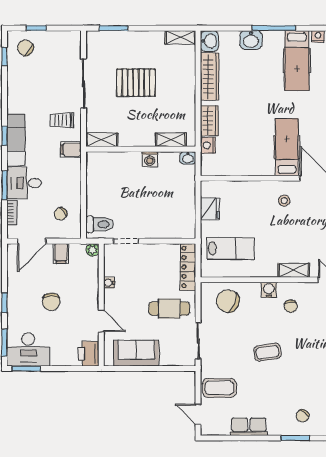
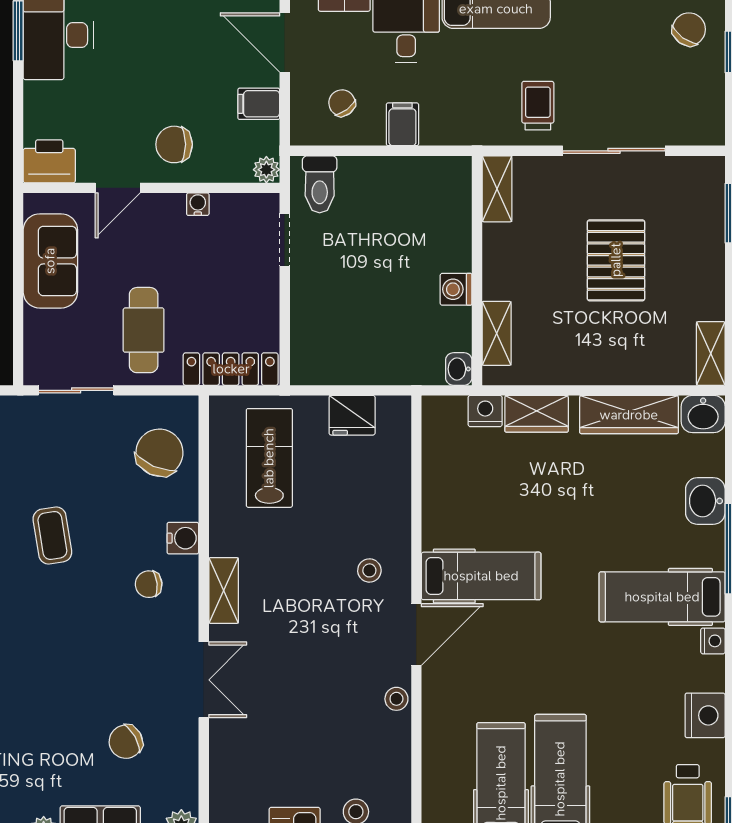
filing cabinet: (71, 149) -> (402, 124), moved
lab bench: (230, 248) -> (269, 458), turned 180
chair: (51, 302) -> (174, 144), moved

